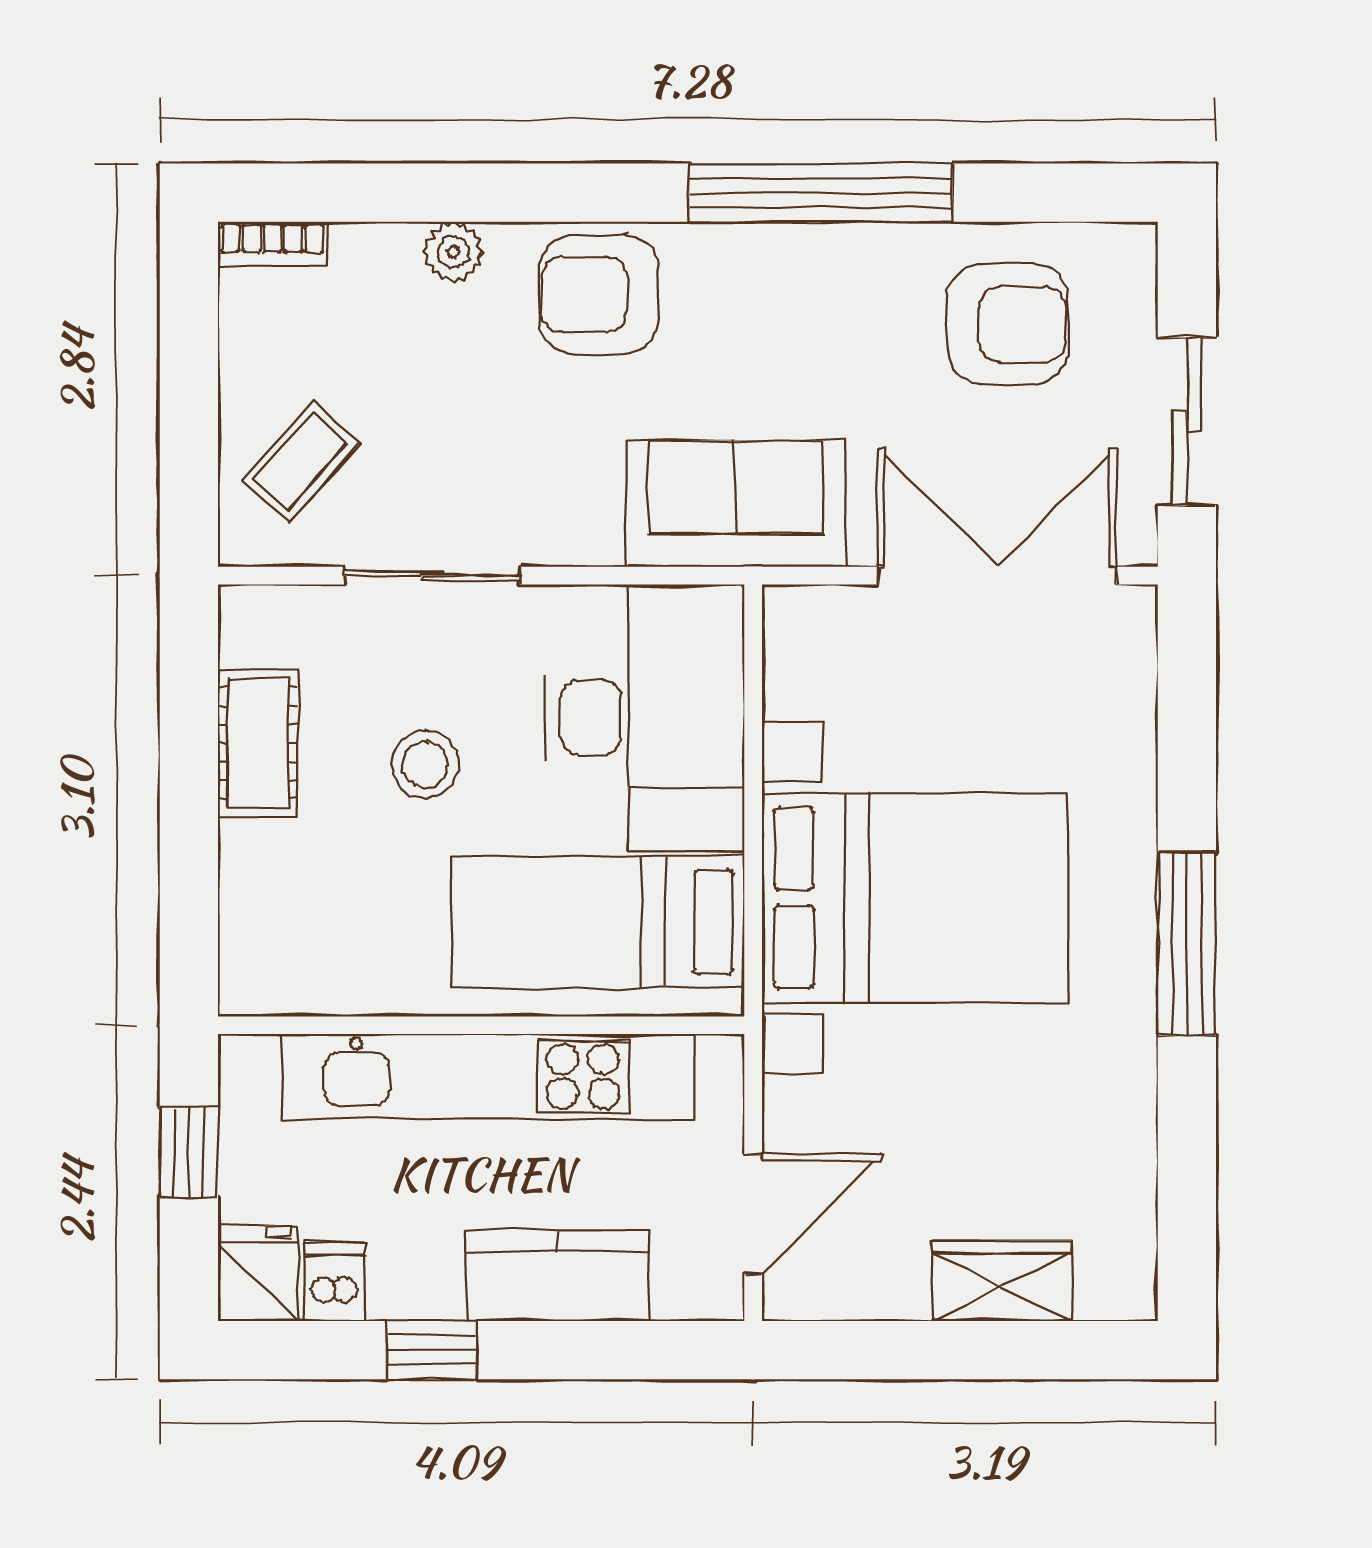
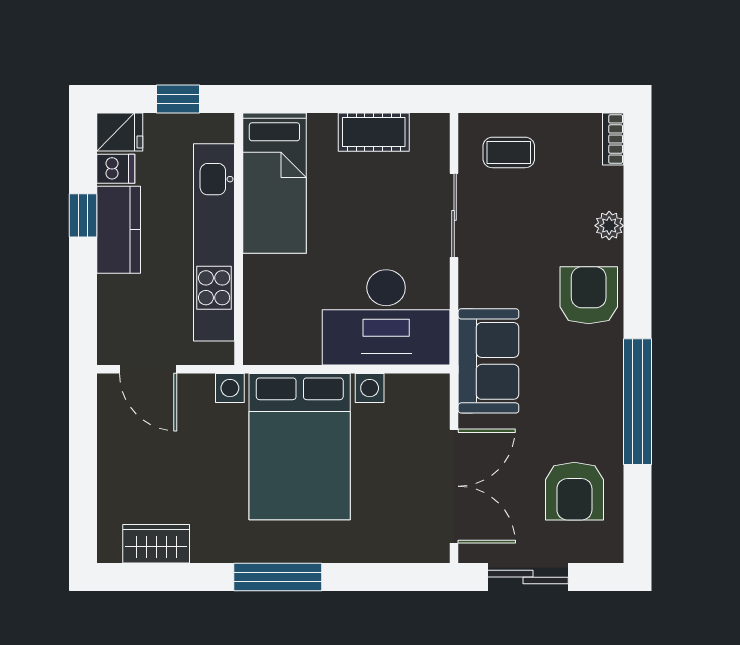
coffee table: (301, 461) -> (509, 152), turned -42
stool: (425, 764) -> (364, 212), removed
bed: (598, 923) -> (274, 183), moved, turned 180
kitchen counter: (558, 1276) -> (119, 230), moved
wardrobe: (1002, 1281) -> (156, 544), moved, turned -90

